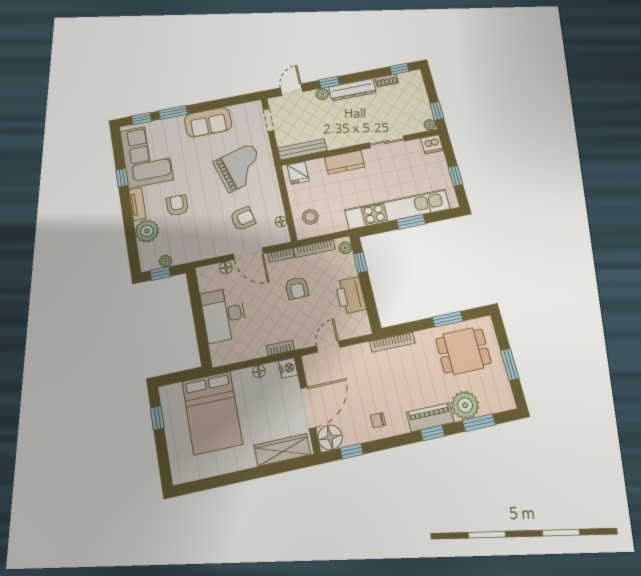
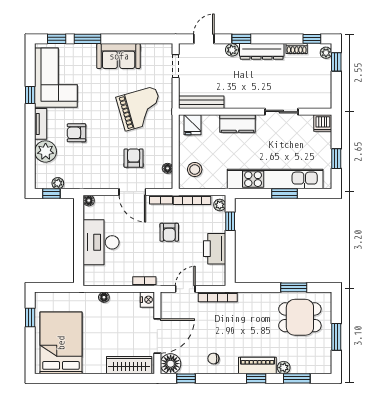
window: (437, 111) -> (336, 62), moved
plant: (430, 125) -> (326, 53), moved
armchair: (177, 205) -> (77, 133), turned -90
armchair: (243, 219) -> (134, 158), turned -78
floor lamp: (226, 268) -> (89, 201), moved
bookcase: (392, 342) -> (218, 297), moved
floor lamp: (259, 371) -> (104, 297), moved
plant: (465, 405) -> (284, 368), width x0.53, depth x0.53
bed: (212, 413) -> (61, 343), moved, turned 180

